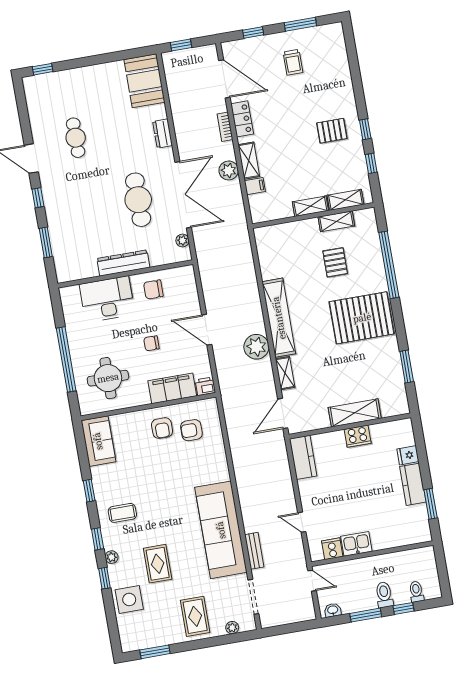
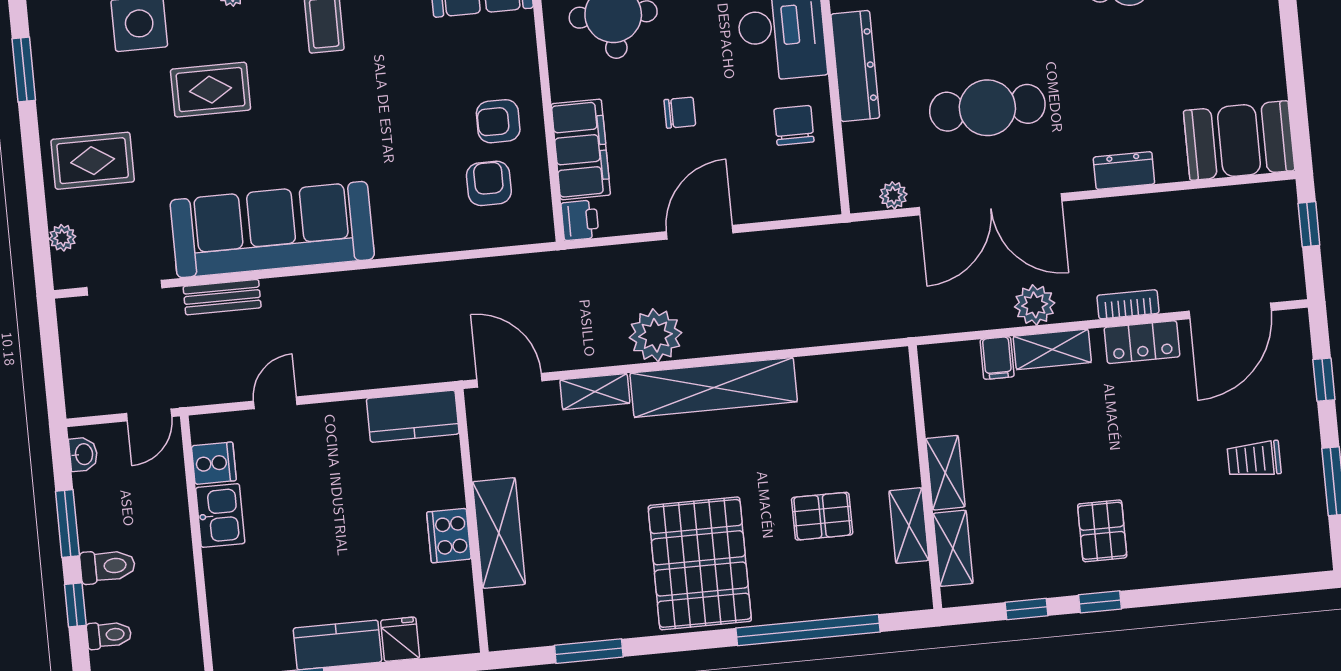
chair: (151, 343) -> (680, 113), turned 90

